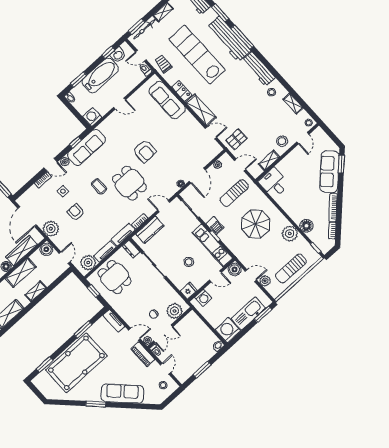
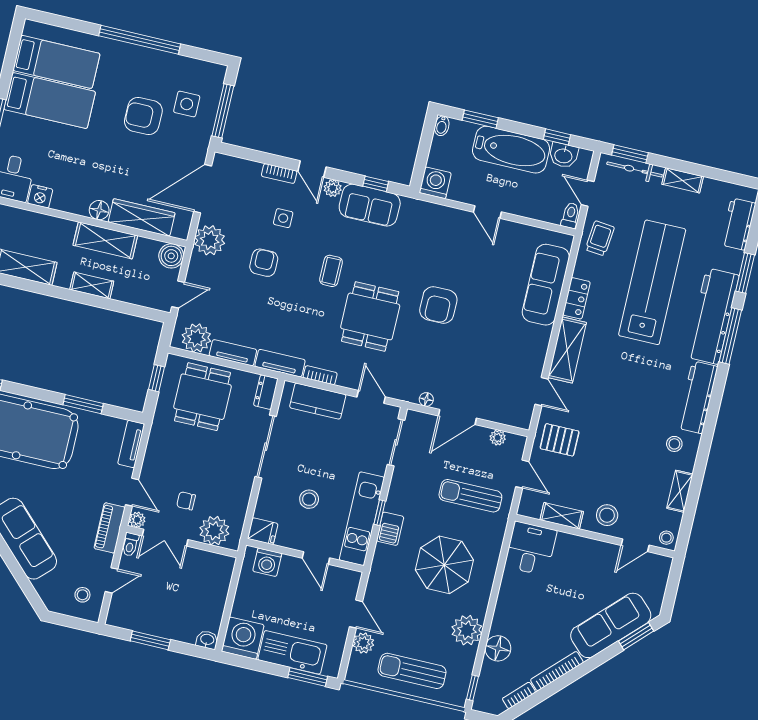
sofa: (87, 147) -> (370, 205), width x0.73
barbecue: (215, 226) -> (390, 529), moved
boiler: (235, 269) -> (348, 581), removed

